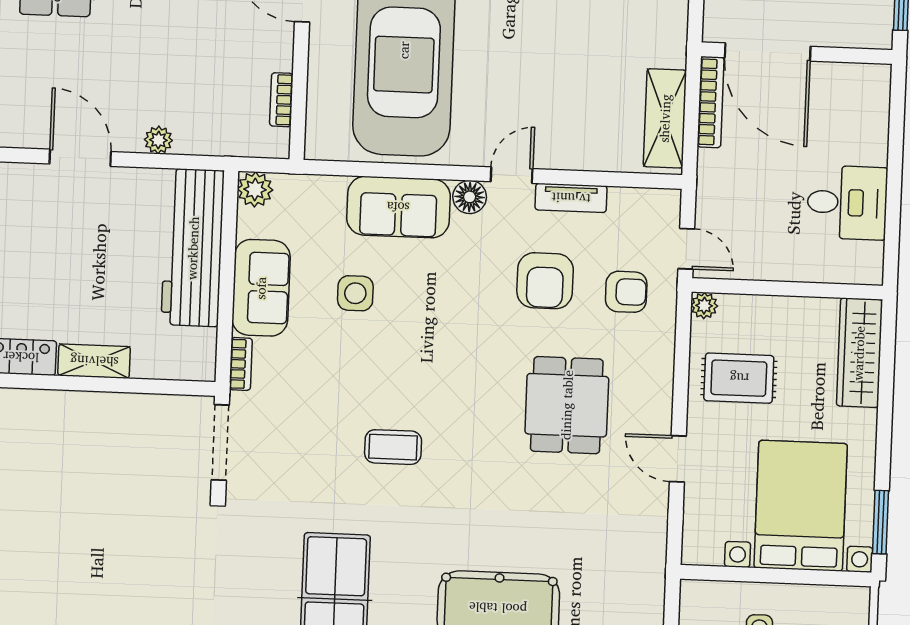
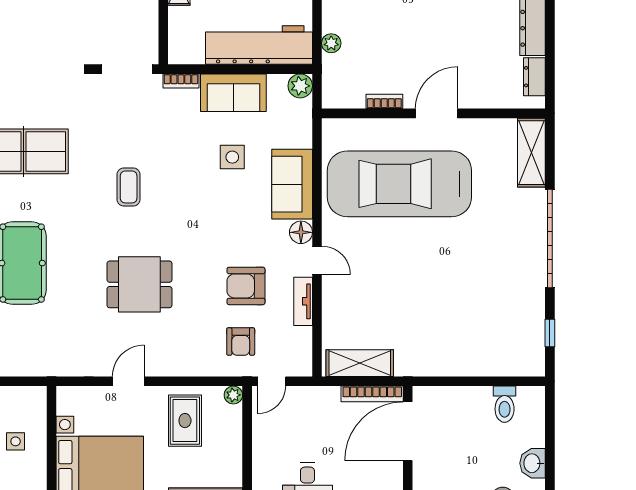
bookcase: (281, 100) -> (384, 101), moved
plant: (158, 140) -> (331, 43), moved
dining table: (567, 405) -> (139, 284), moved

